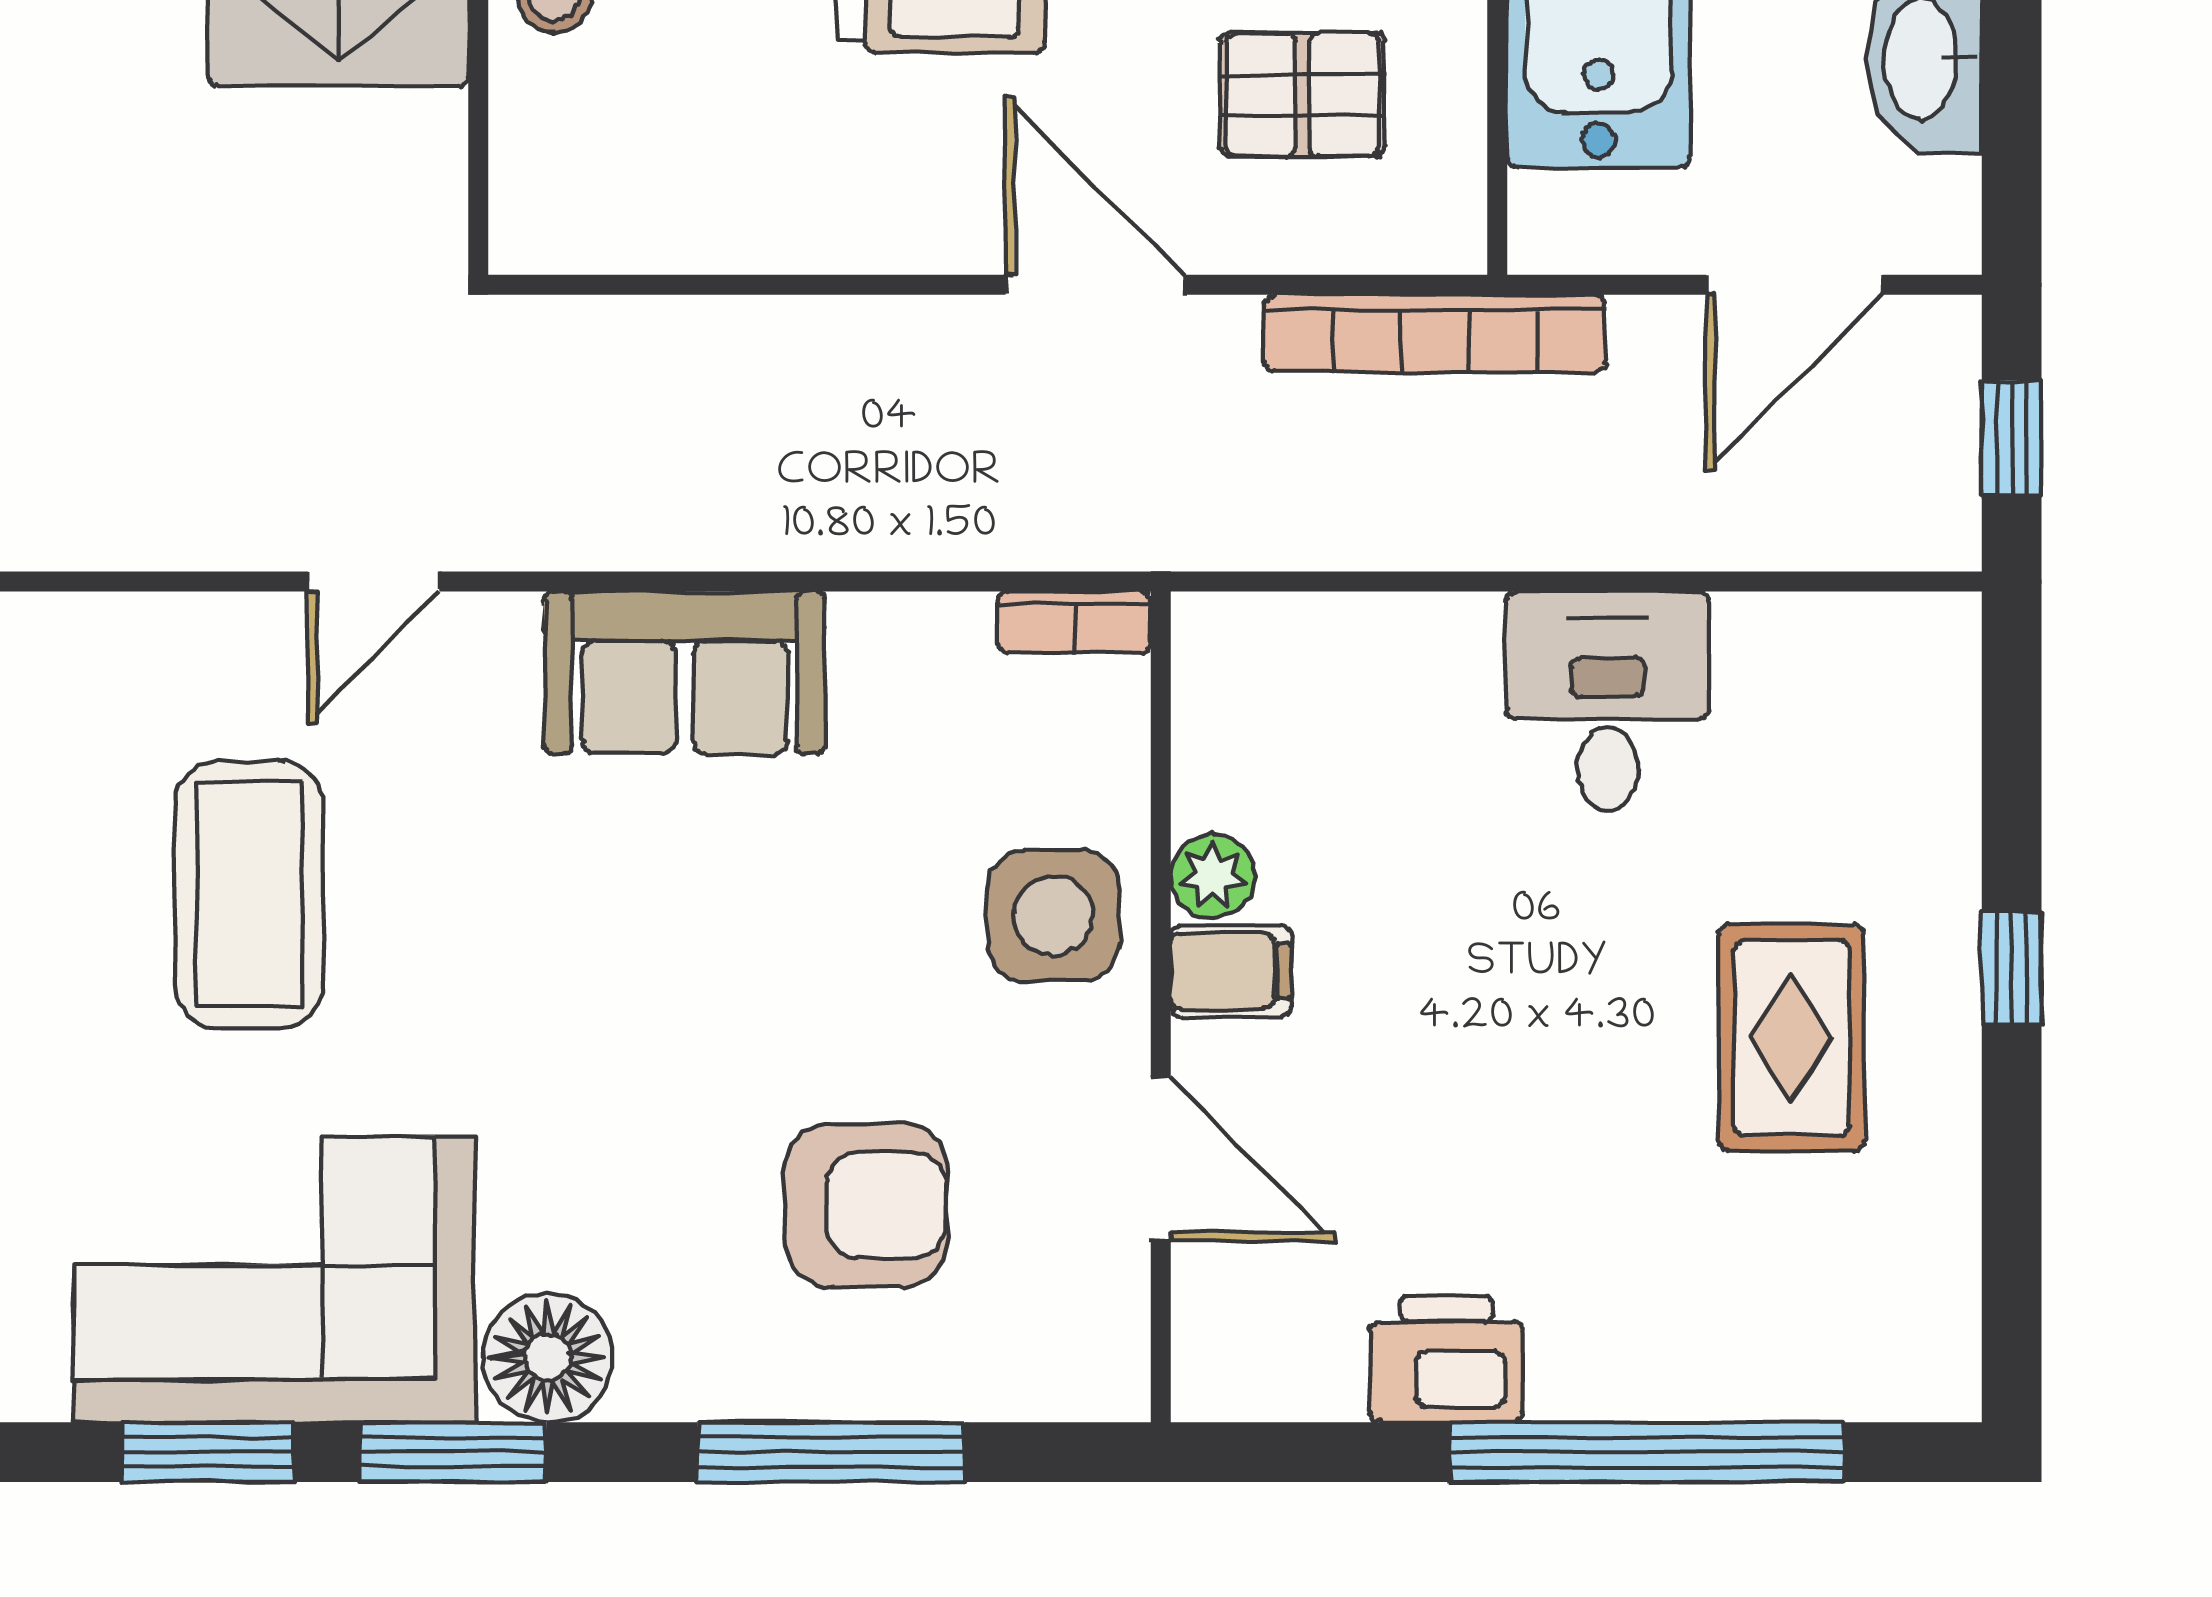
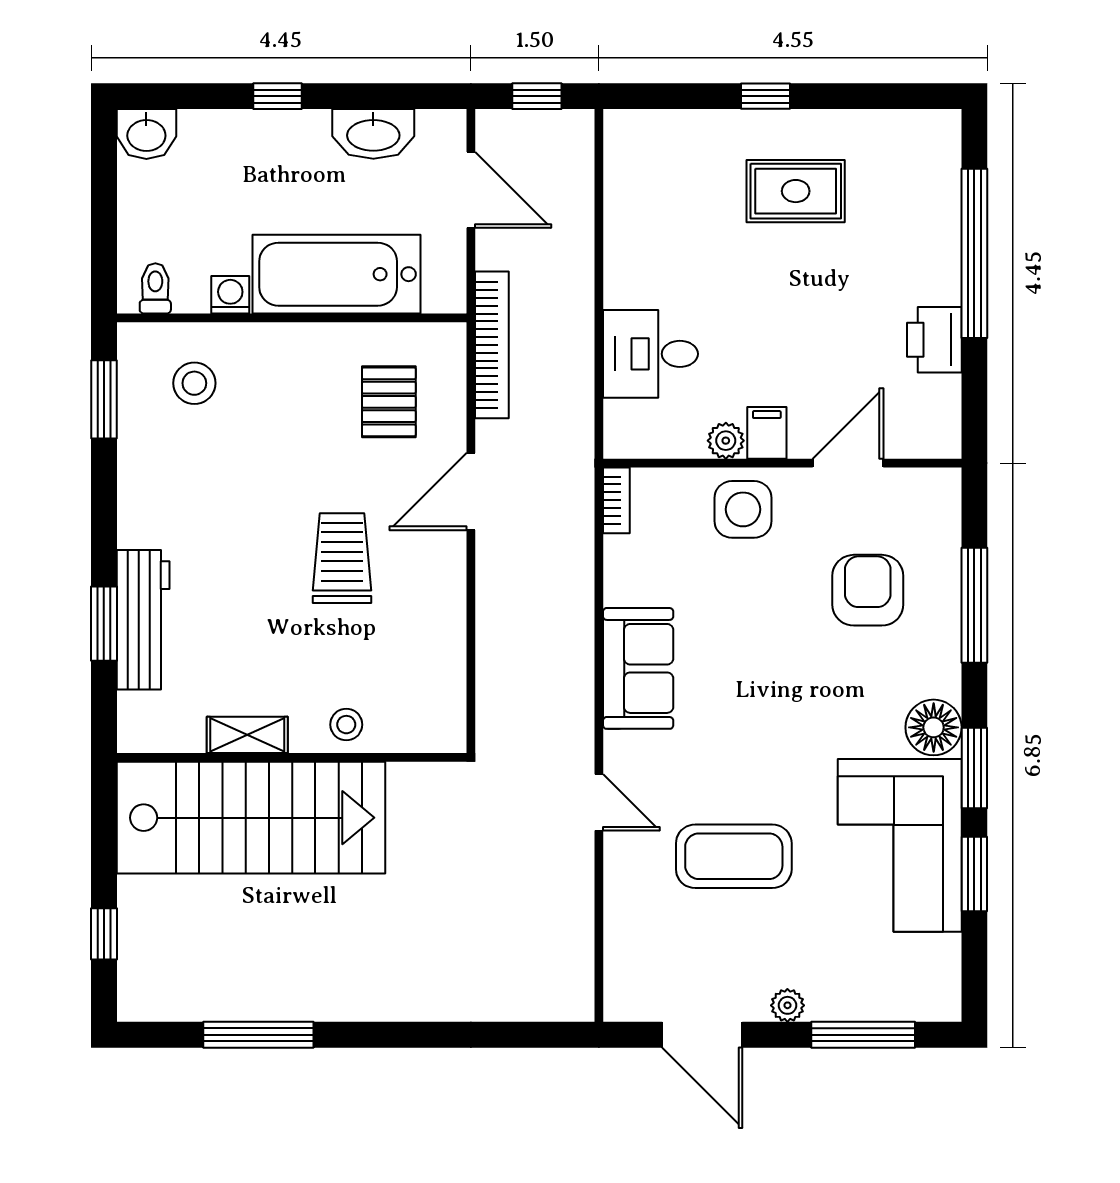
desk: (1608, 701) -> (651, 354), moved

